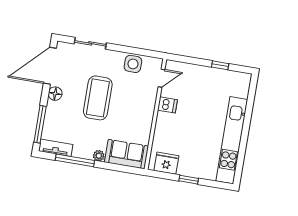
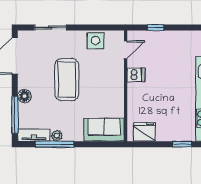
window: (220, 65) -> (156, 28), moved
floor lamp: (55, 94) -> (24, 96), moved
plant: (99, 156) -> (57, 136), moved
window: (189, 180) -> (182, 144), moved

